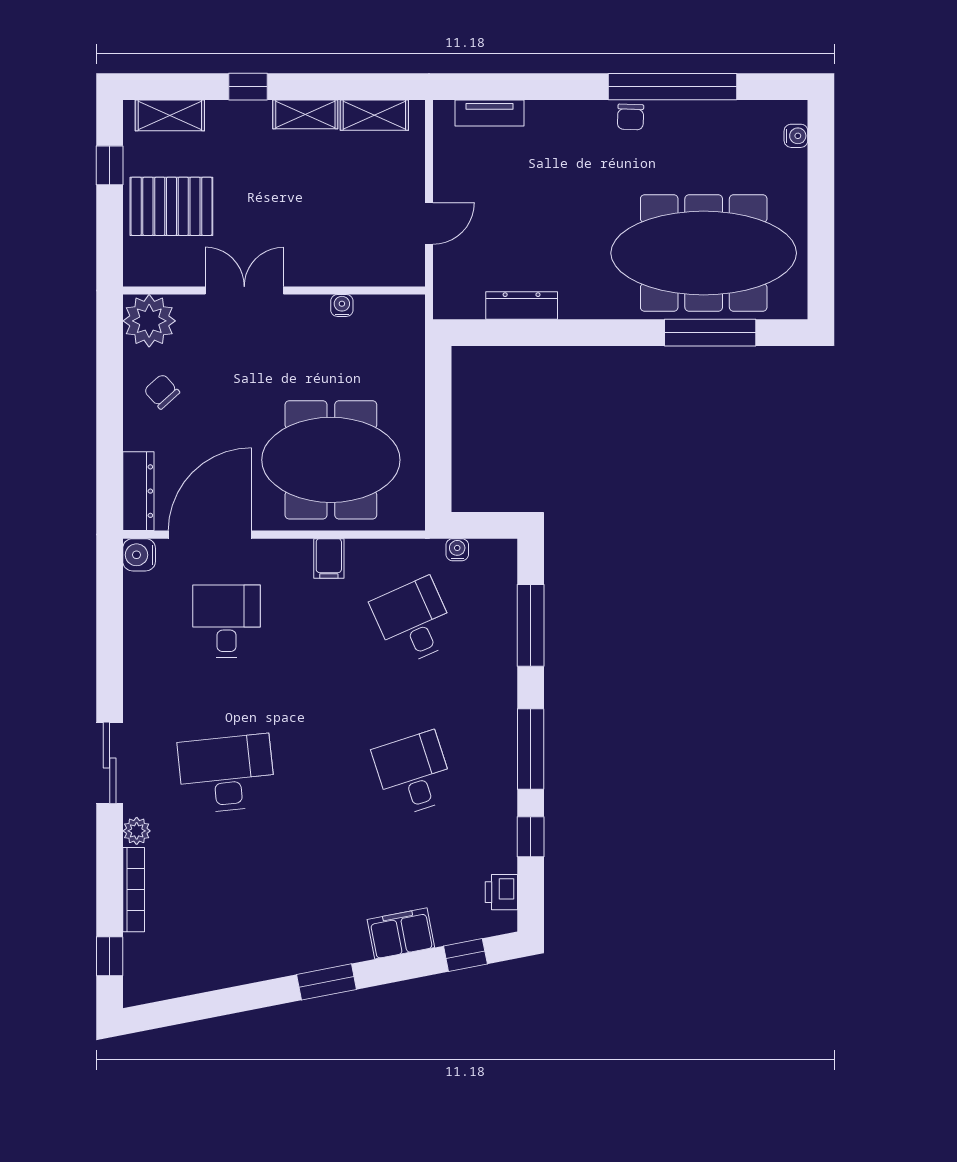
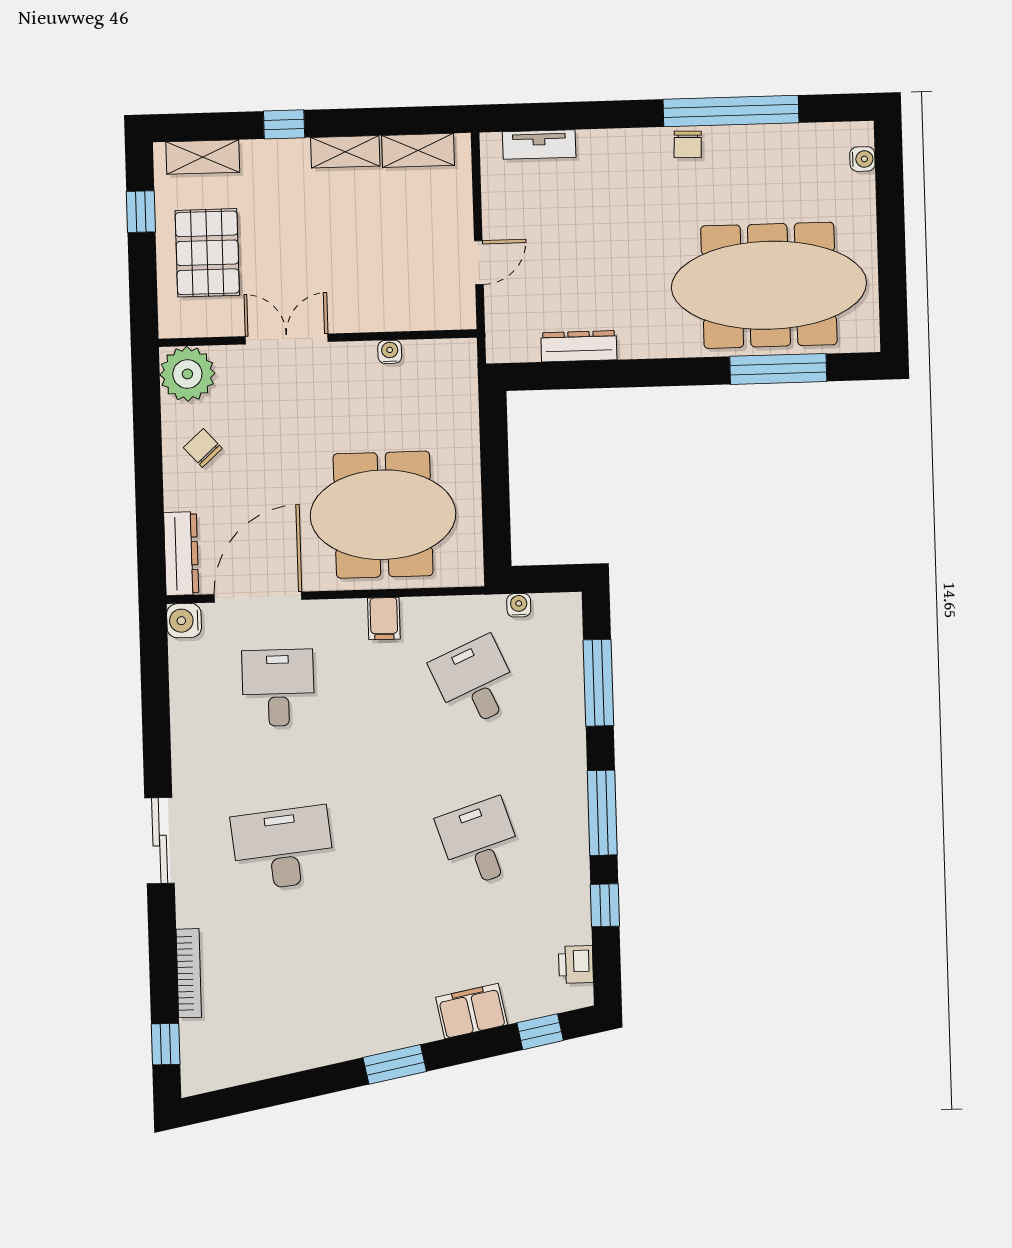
pallet: (171, 206) -> (207, 253), turned 90
plant: (137, 831) -> (190, 911), removed

